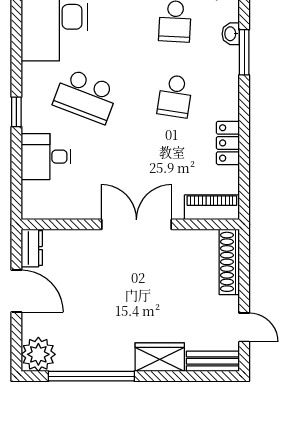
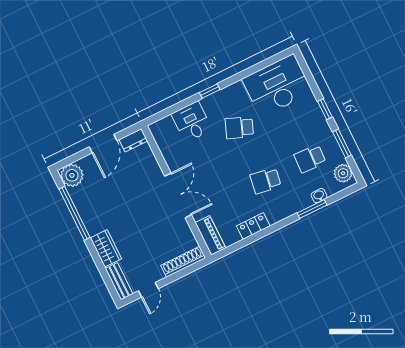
school desk: (86, 96) -> (239, 128), width x0.54

